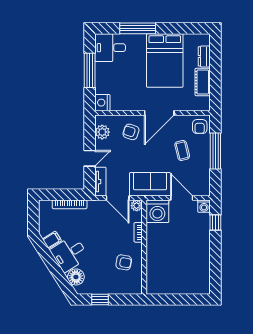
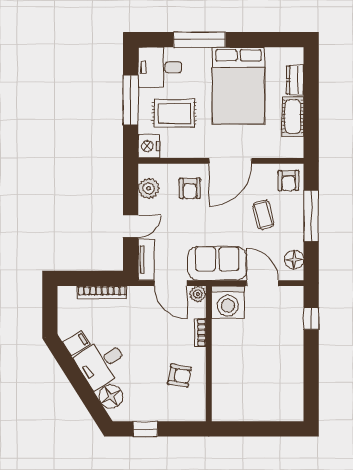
rug: (120, 80) -> (174, 113), added
armchair: (131, 132) -> (190, 188), turned -108
floor lamp: (204, 182) -> (294, 260), added
washing machine: (204, 206) -> (295, 295), removed

